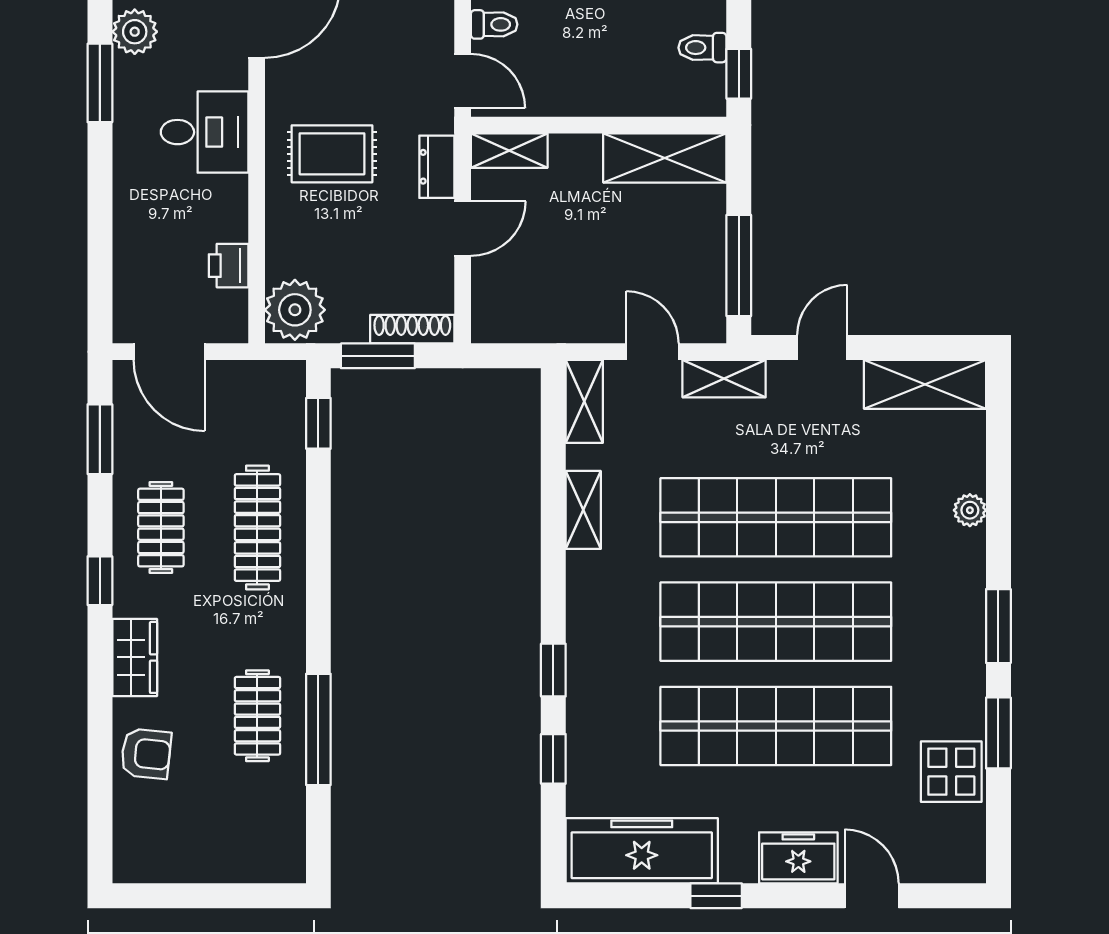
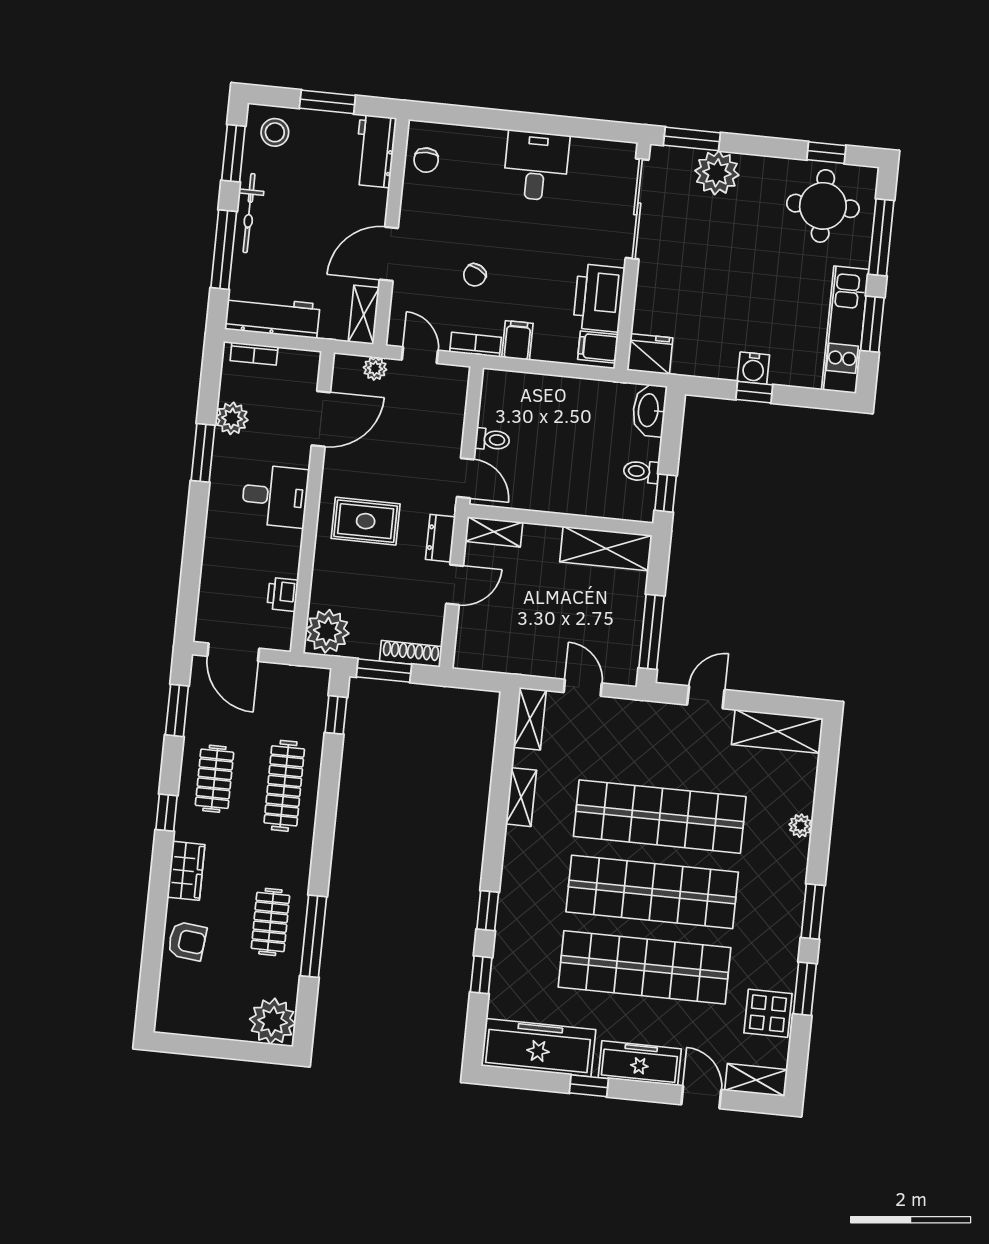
shelving: (724, 379) -> (756, 1080), moved
plant: (274, 851) -> (273, 1021), added
freezer: (798, 858) -> (640, 1063), width x1.40

